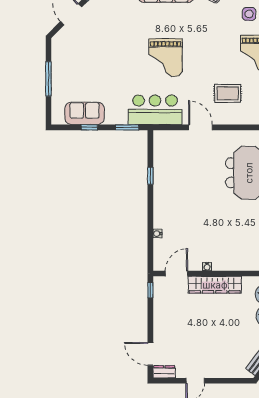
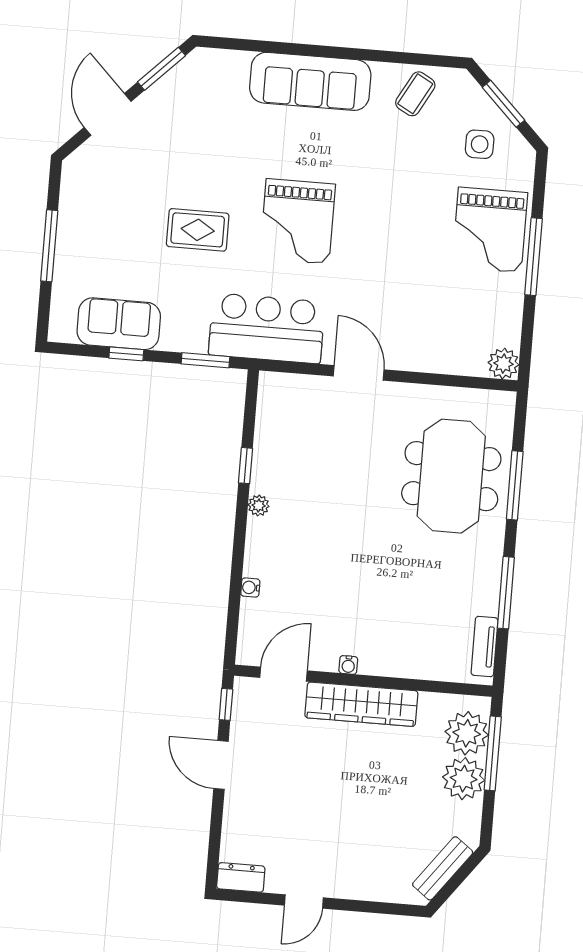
rug: (228, 93) -> (198, 230), moved
plant: (158, 194) -> (259, 506), added
door: (150, 354) -> (221, 765), moved

